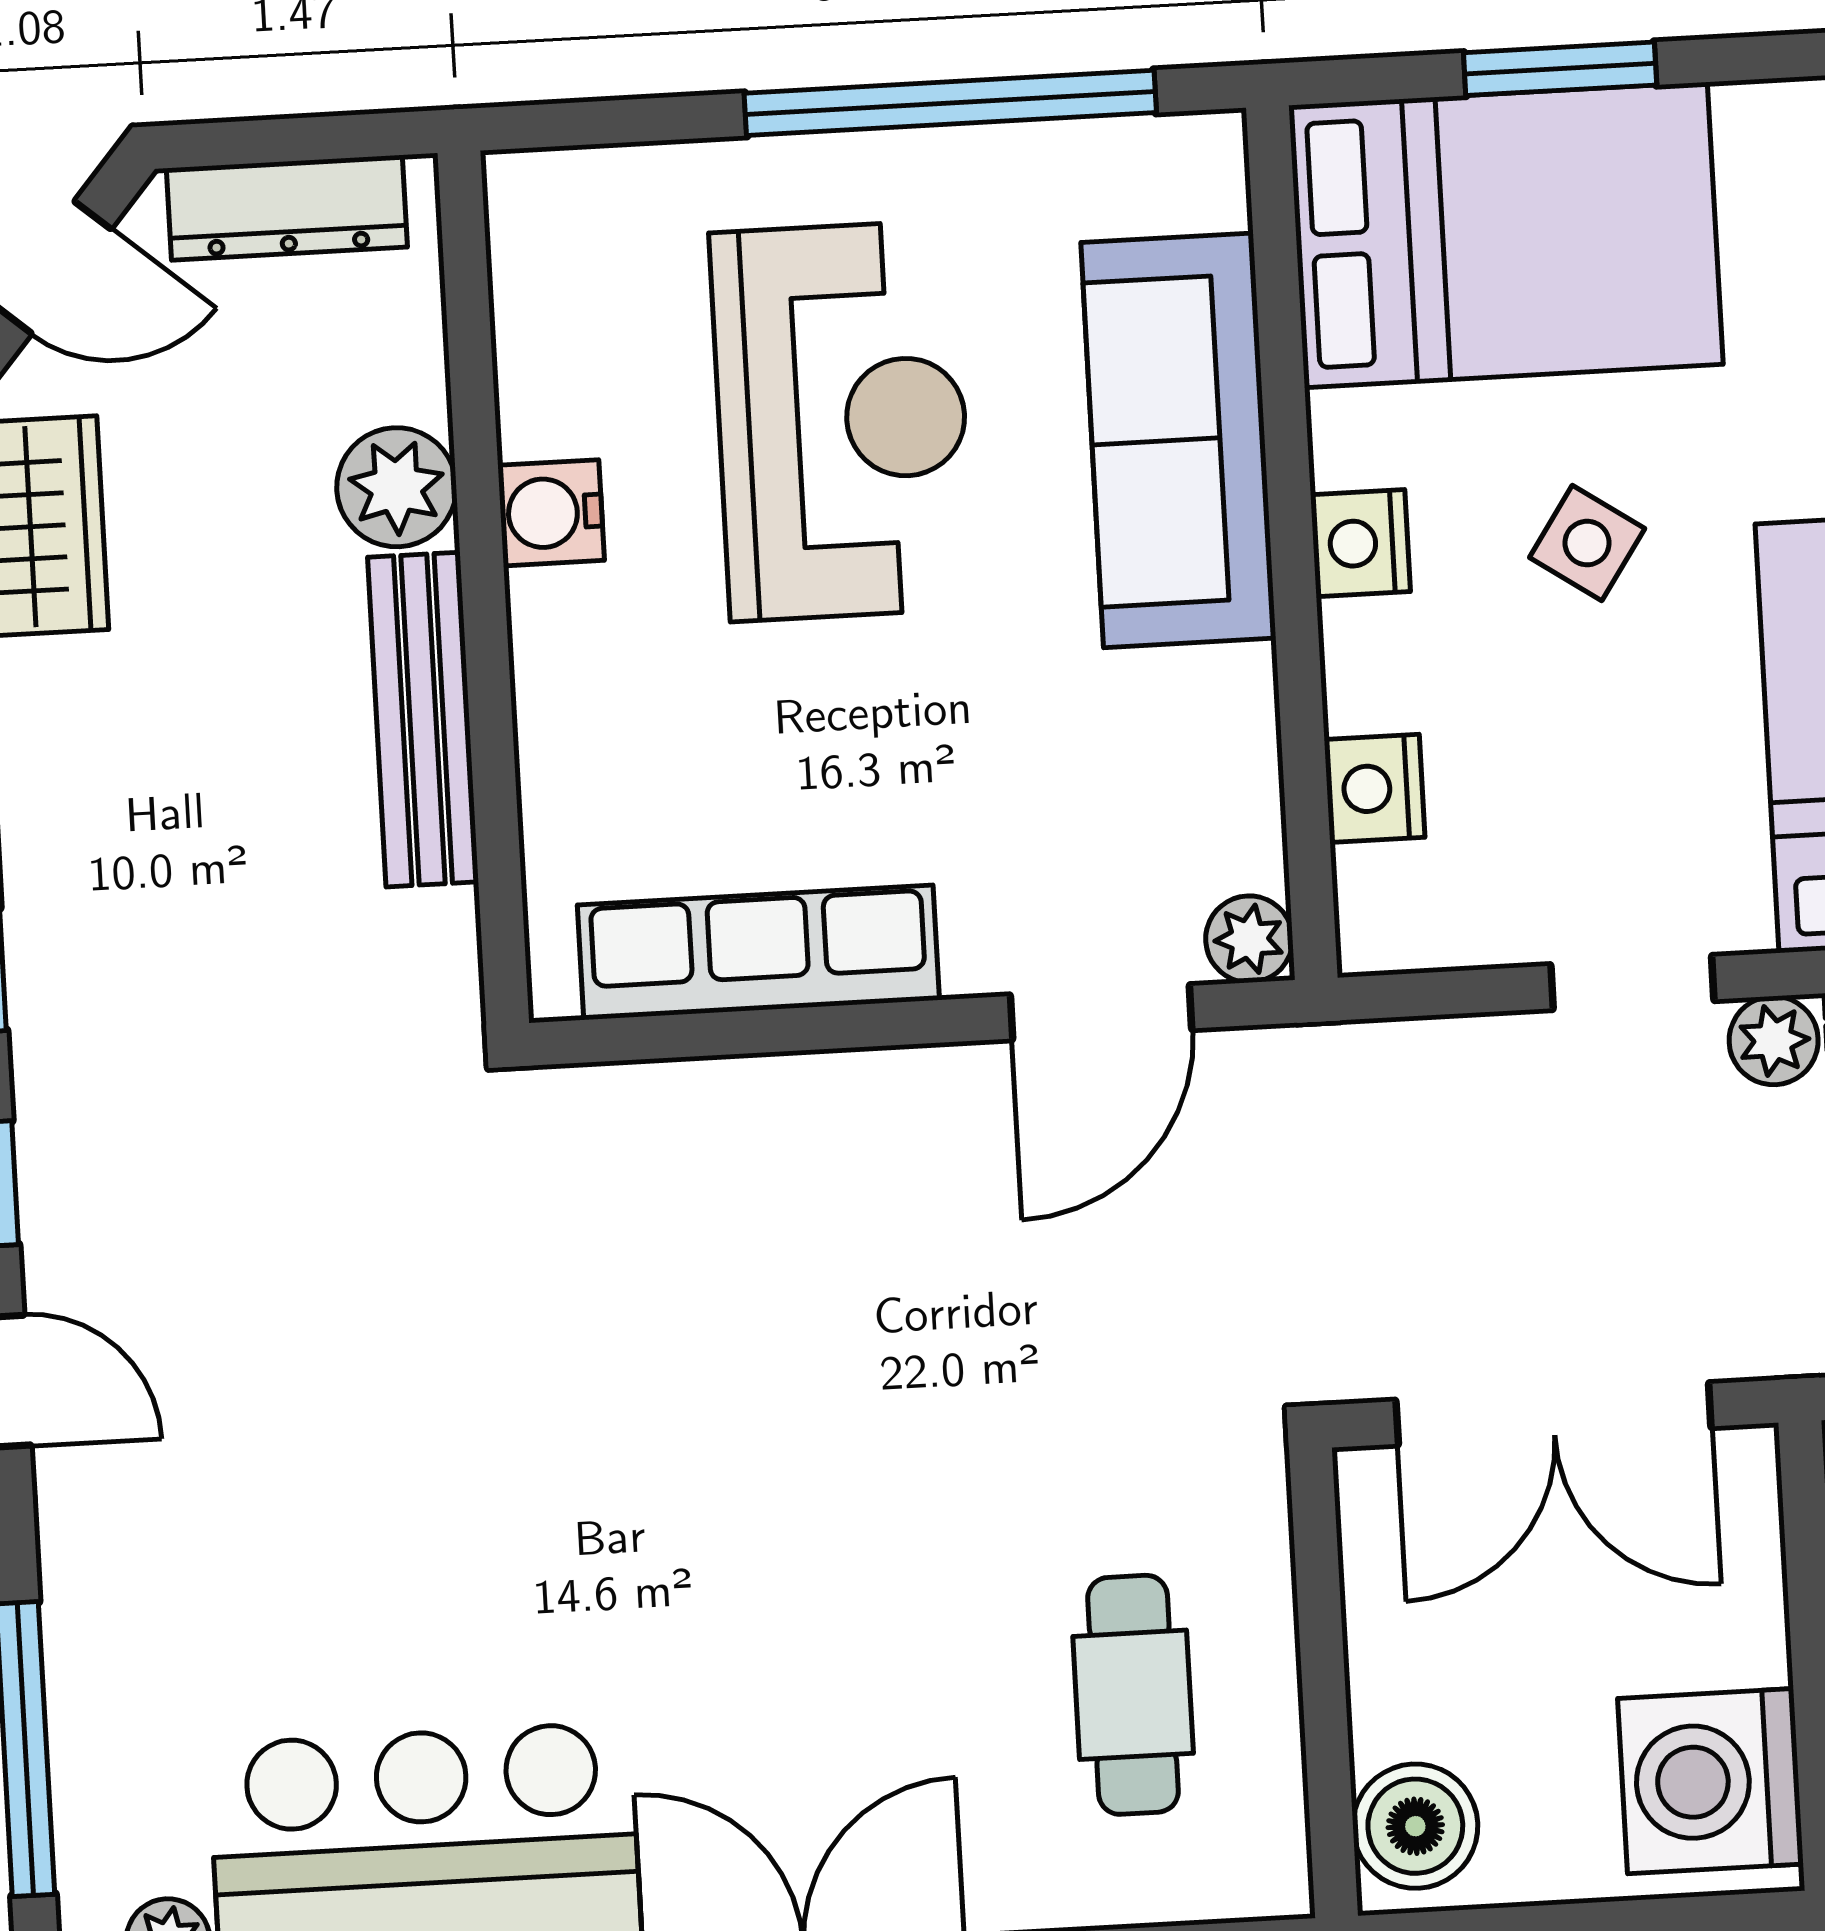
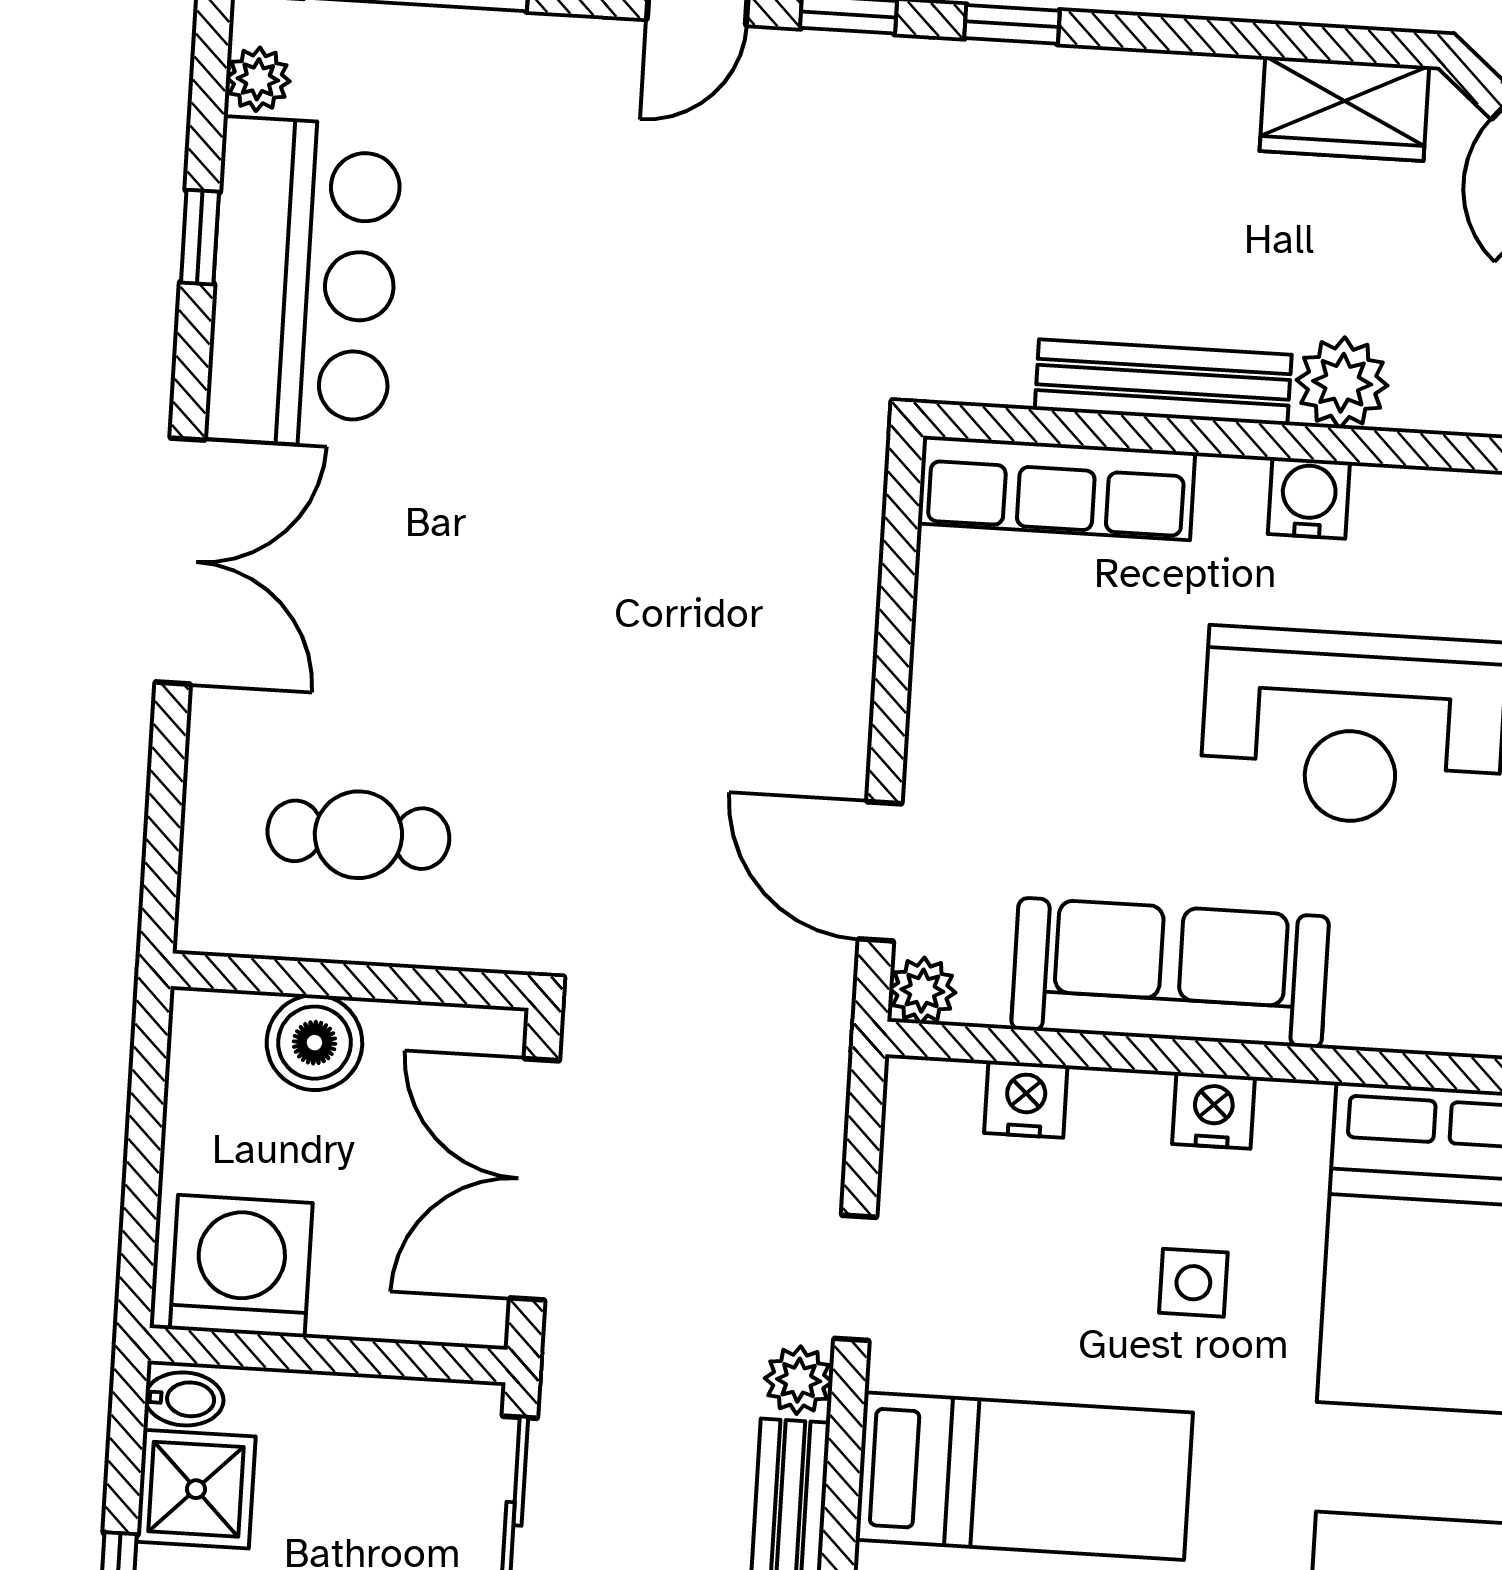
sofa: (1178, 440) -> (1170, 973), moved
side table: (1587, 543) -> (1193, 1283), turned -34
row of seats: (758, 952) -> (1056, 488), moved, turned 90
boiler: (1415, 1826) -> (314, 1043), moved

